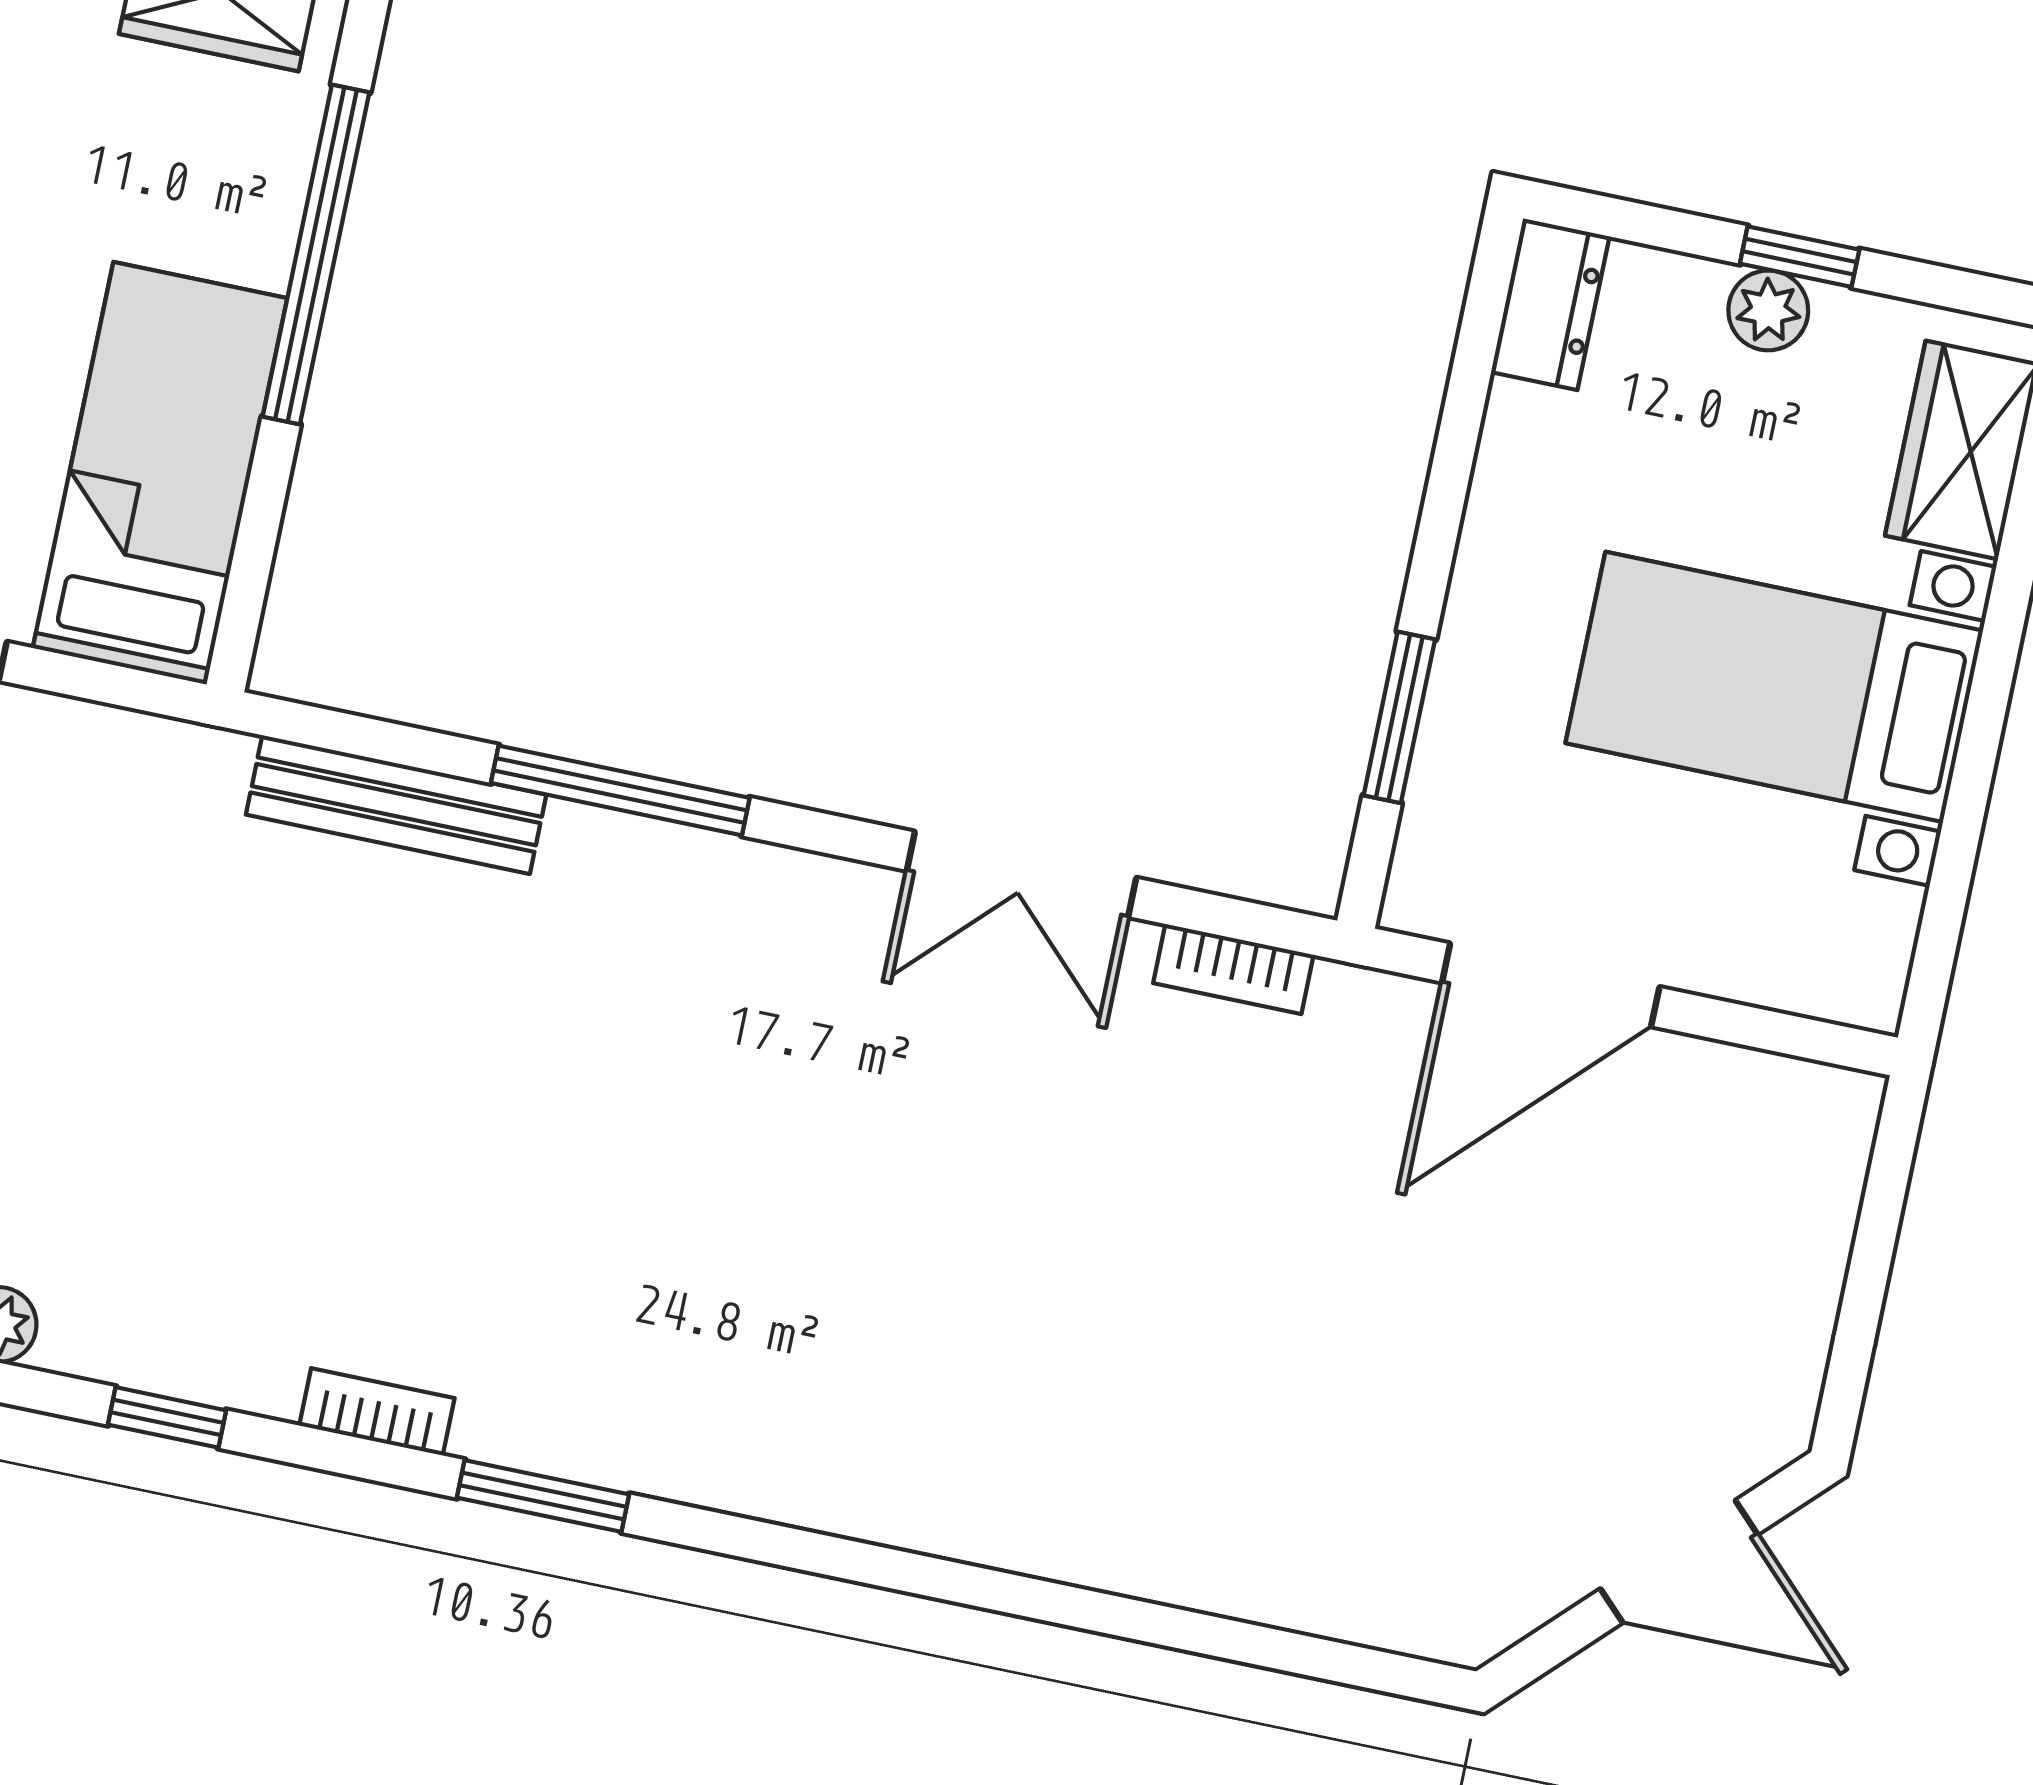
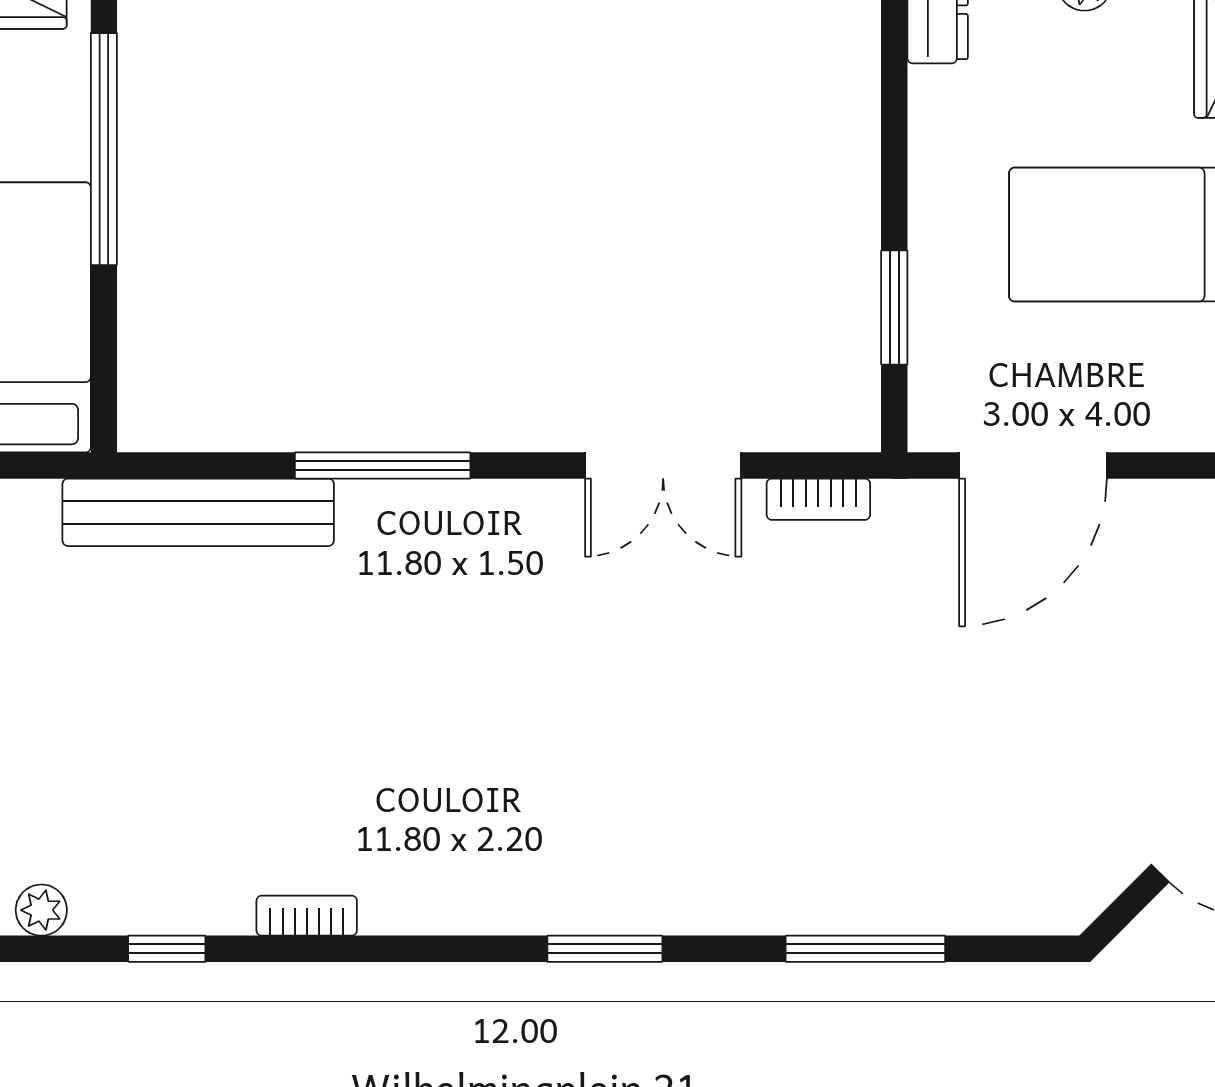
bench: (396, 805) -> (198, 512), width x1.37, depth x1.21
window: (543, 1496) -> (605, 949), moved
window: (1166, 1626) -> (865, 949), added

